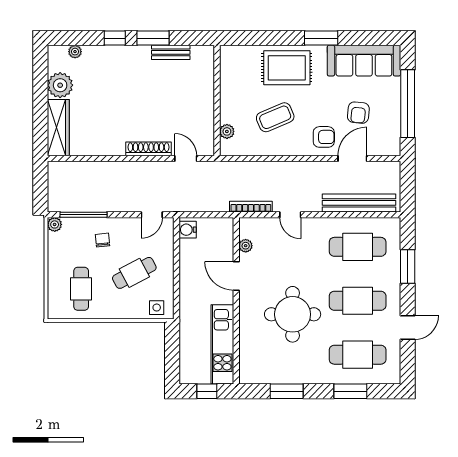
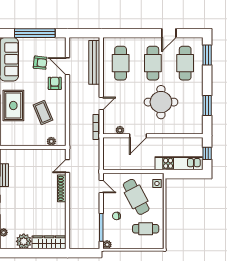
water cooler: (188, 230) -> (110, 165), removed
window: (408, 266) -> (132, 33), removed
cafe table: (134, 273) -> (136, 197), width x1.37, depth x1.35
door: (408, 328) -> (169, 33), swing flipped
kitchen unit: (222, 344) -> (179, 163), moved, turned 180
window: (350, 391) -> (207, 55), moved

